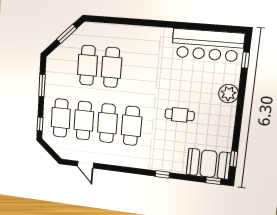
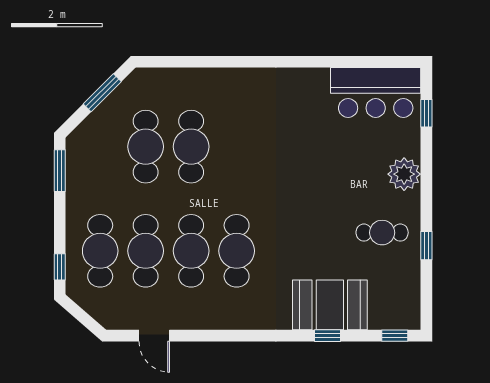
bar counter: (208, 45) -> (376, 92), width x0.73
window: (42, 86) -> (60, 171), moved
cafe table: (180, 115) -> (382, 233), moved
window: (234, 159) -> (426, 246), moved
booth: (208, 164) -> (330, 305), moved
window: (162, 174) -> (327, 336), moved

